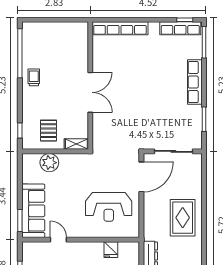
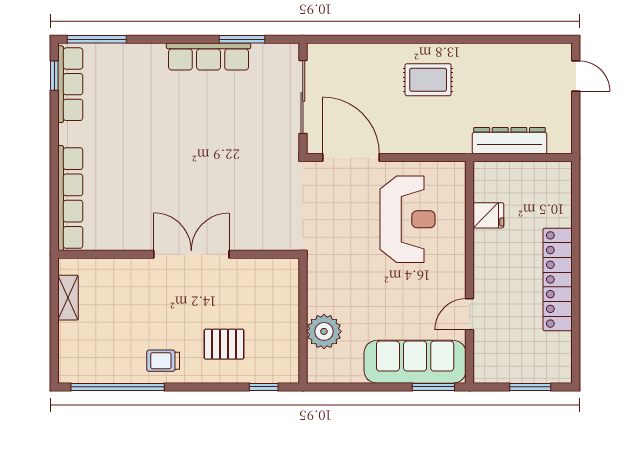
row of seats: (195, 82) -> (209, 56), moved
pallet: (49, 131) -> (224, 344), moved
shelving: (76, 144) -> (68, 298), moved
rug: (183, 218) -> (428, 80), width x0.73, depth x0.70

